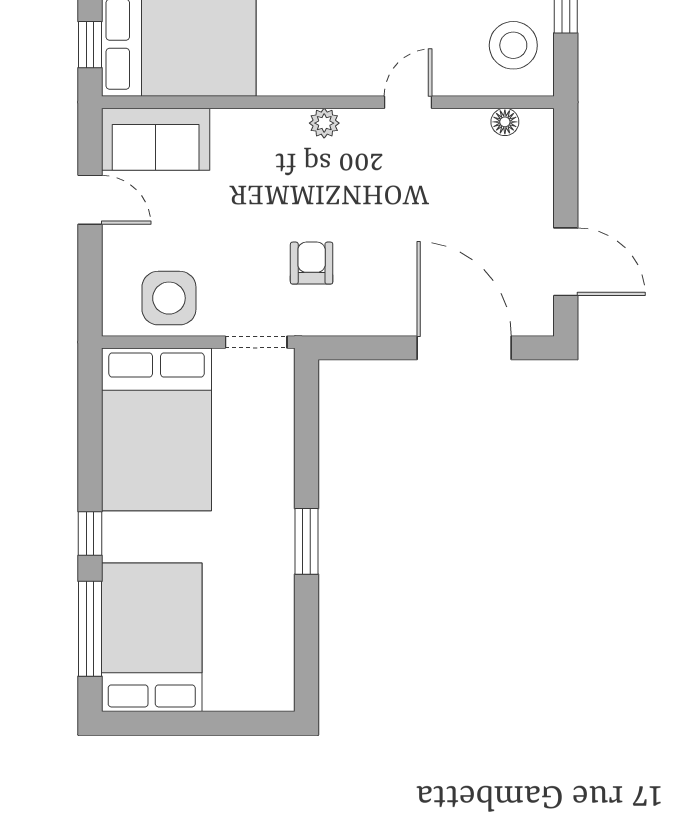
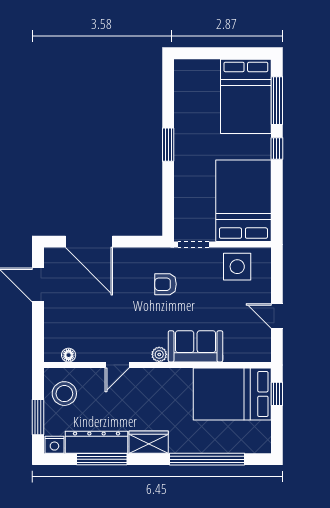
sofa: (156, 139) -> (195, 346), moved
armchair: (312, 263) -> (166, 284), turned 90

